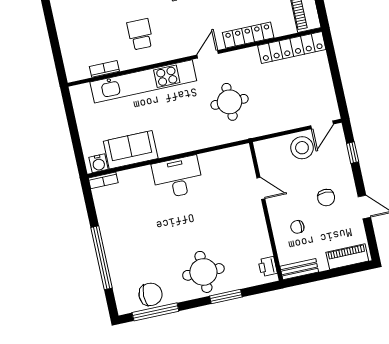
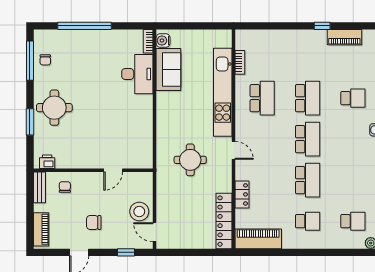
school desk: (140, 34) -> (262, 98), width x1.85
locker: (248, 35) -> (242, 194), width x0.66
desk: (178, 177) -> (137, 74), moved
chair: (297, 227) -> (65, 187), moved
chair: (151, 294) -> (45, 60), width x0.54, depth x0.54

